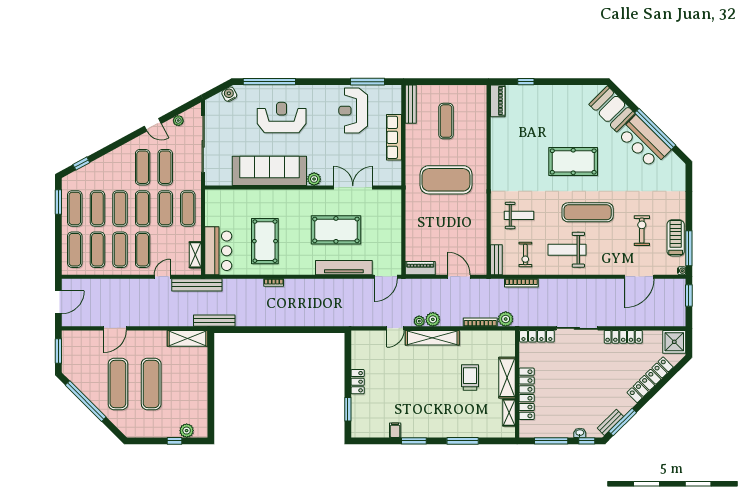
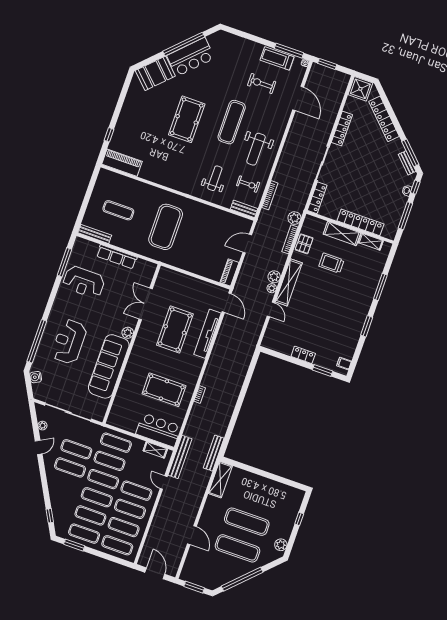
piano: (498, 101) -> (122, 163), width x1.37, depth x1.33
pallet: (481, 340) -> (304, 244), added
filing cabinet: (395, 430) -> (344, 363), moved
plant: (187, 431) -> (281, 545), moved

